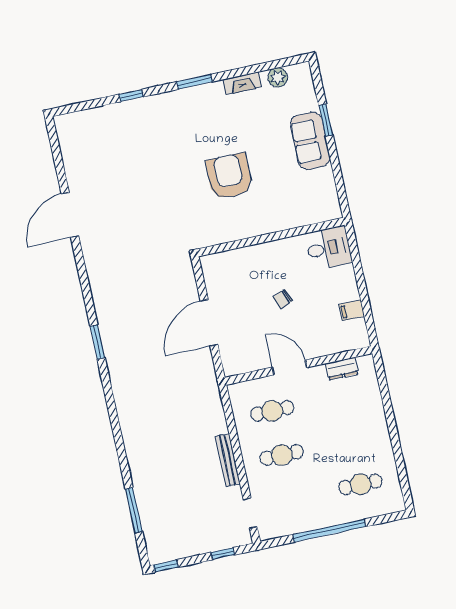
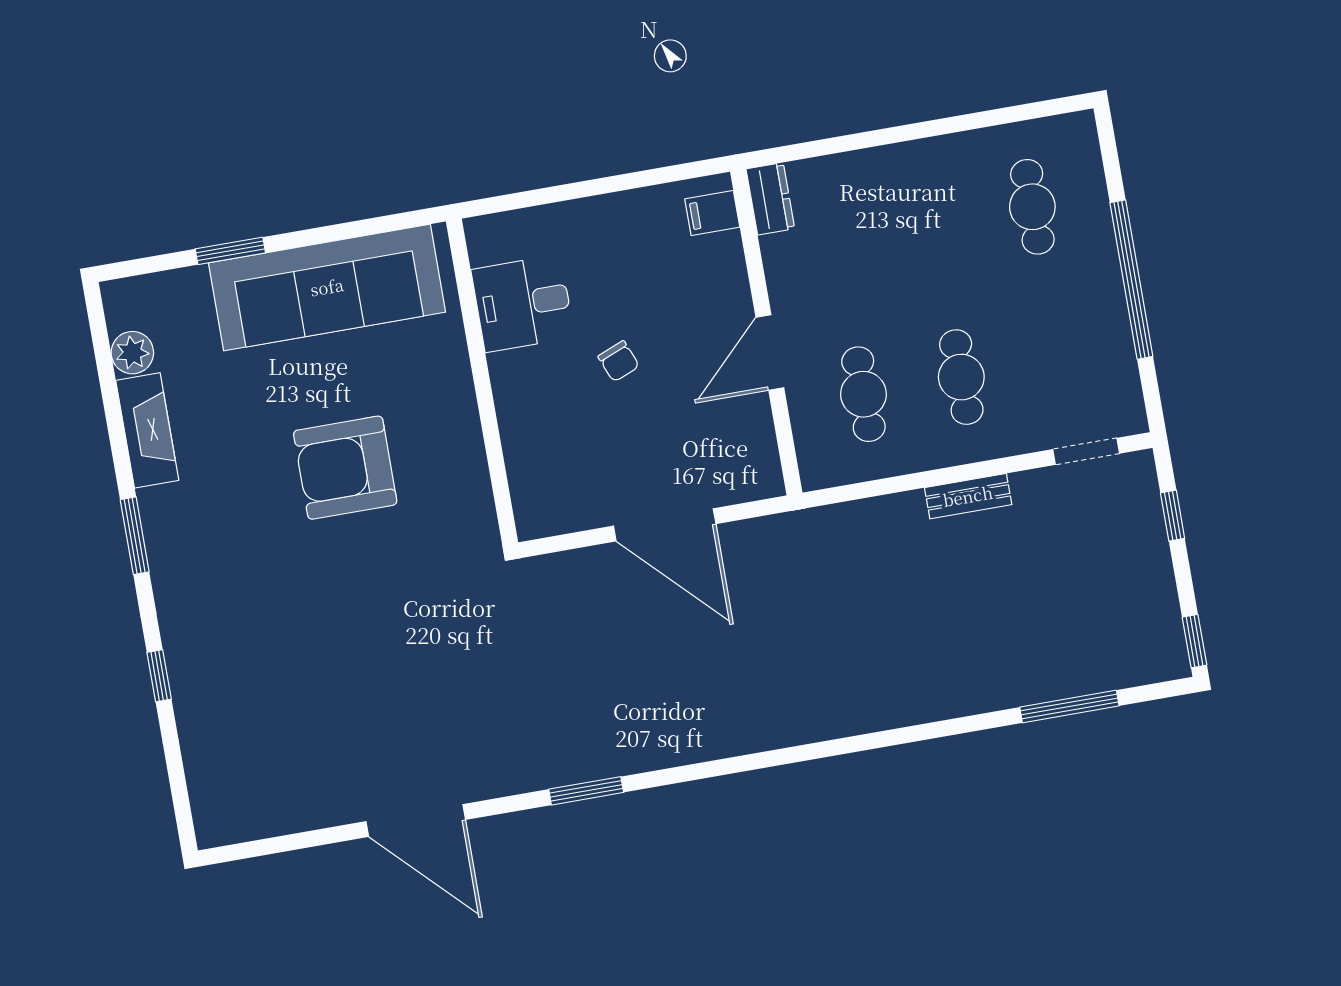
fireplace: (242, 83) -> (147, 430), width x1.37, depth x1.32
sofa: (310, 141) -> (327, 287), width x1.85, depth x1.27
desk: (329, 248) -> (523, 303), moved, turned -90
filing cabinet: (352, 310) -> (712, 213), moved, turned 90
window: (97, 342) -> (586, 791), moved
dresser: (342, 369) -> (770, 199), moved
bench: (228, 460) -> (968, 496), width x0.73

